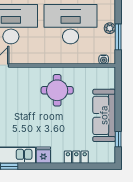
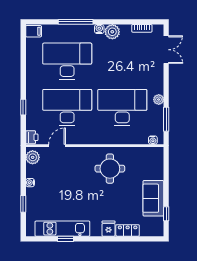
plant: (110, 28) -> (159, 100), moved
sofa: (104, 115) -> (153, 198), width x0.73
fridge: (43, 155) -> (109, 229), moved

